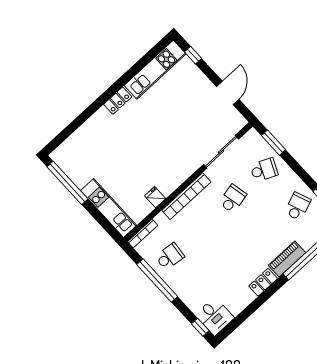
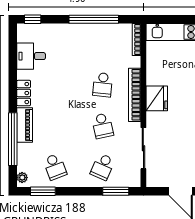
fridge: (155, 197) -> (157, 98), moved, width x1.88, depth x1.34
school desk: (170, 257) -> (103, 85), moved
desk: (215, 316) -> (31, 56), moved

